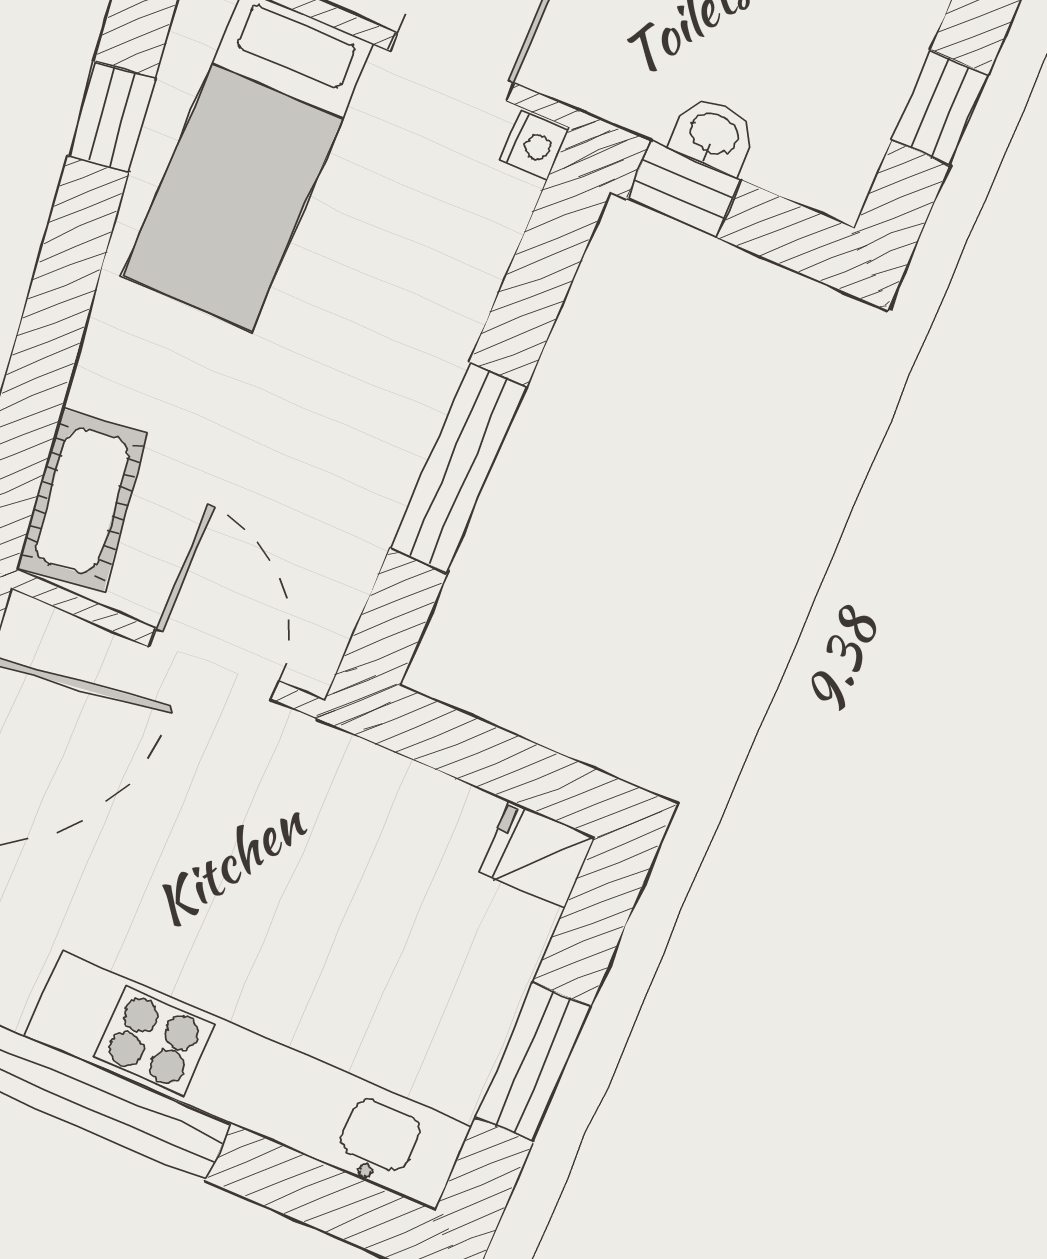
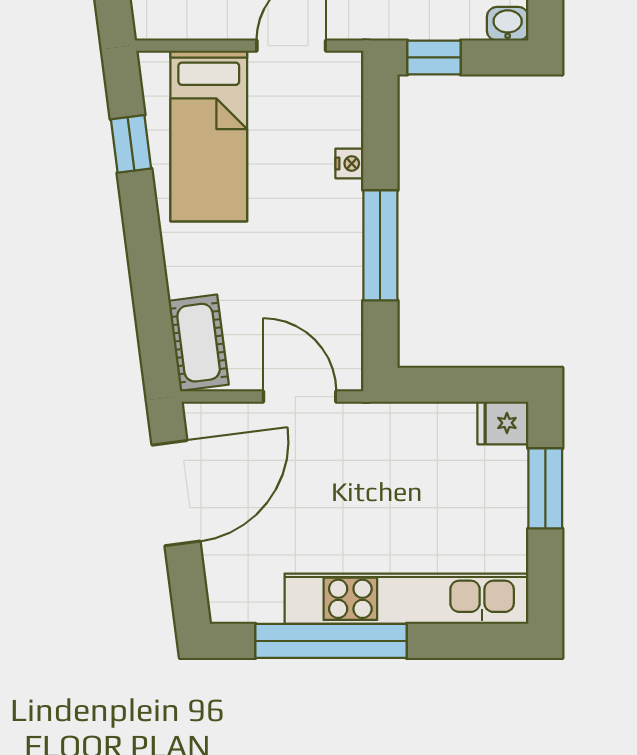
washbasin: (714, 135) -> (508, 24), moved
nightstand: (534, 146) -> (349, 163), moved
window: (533, 1062) -> (545, 488), moved

